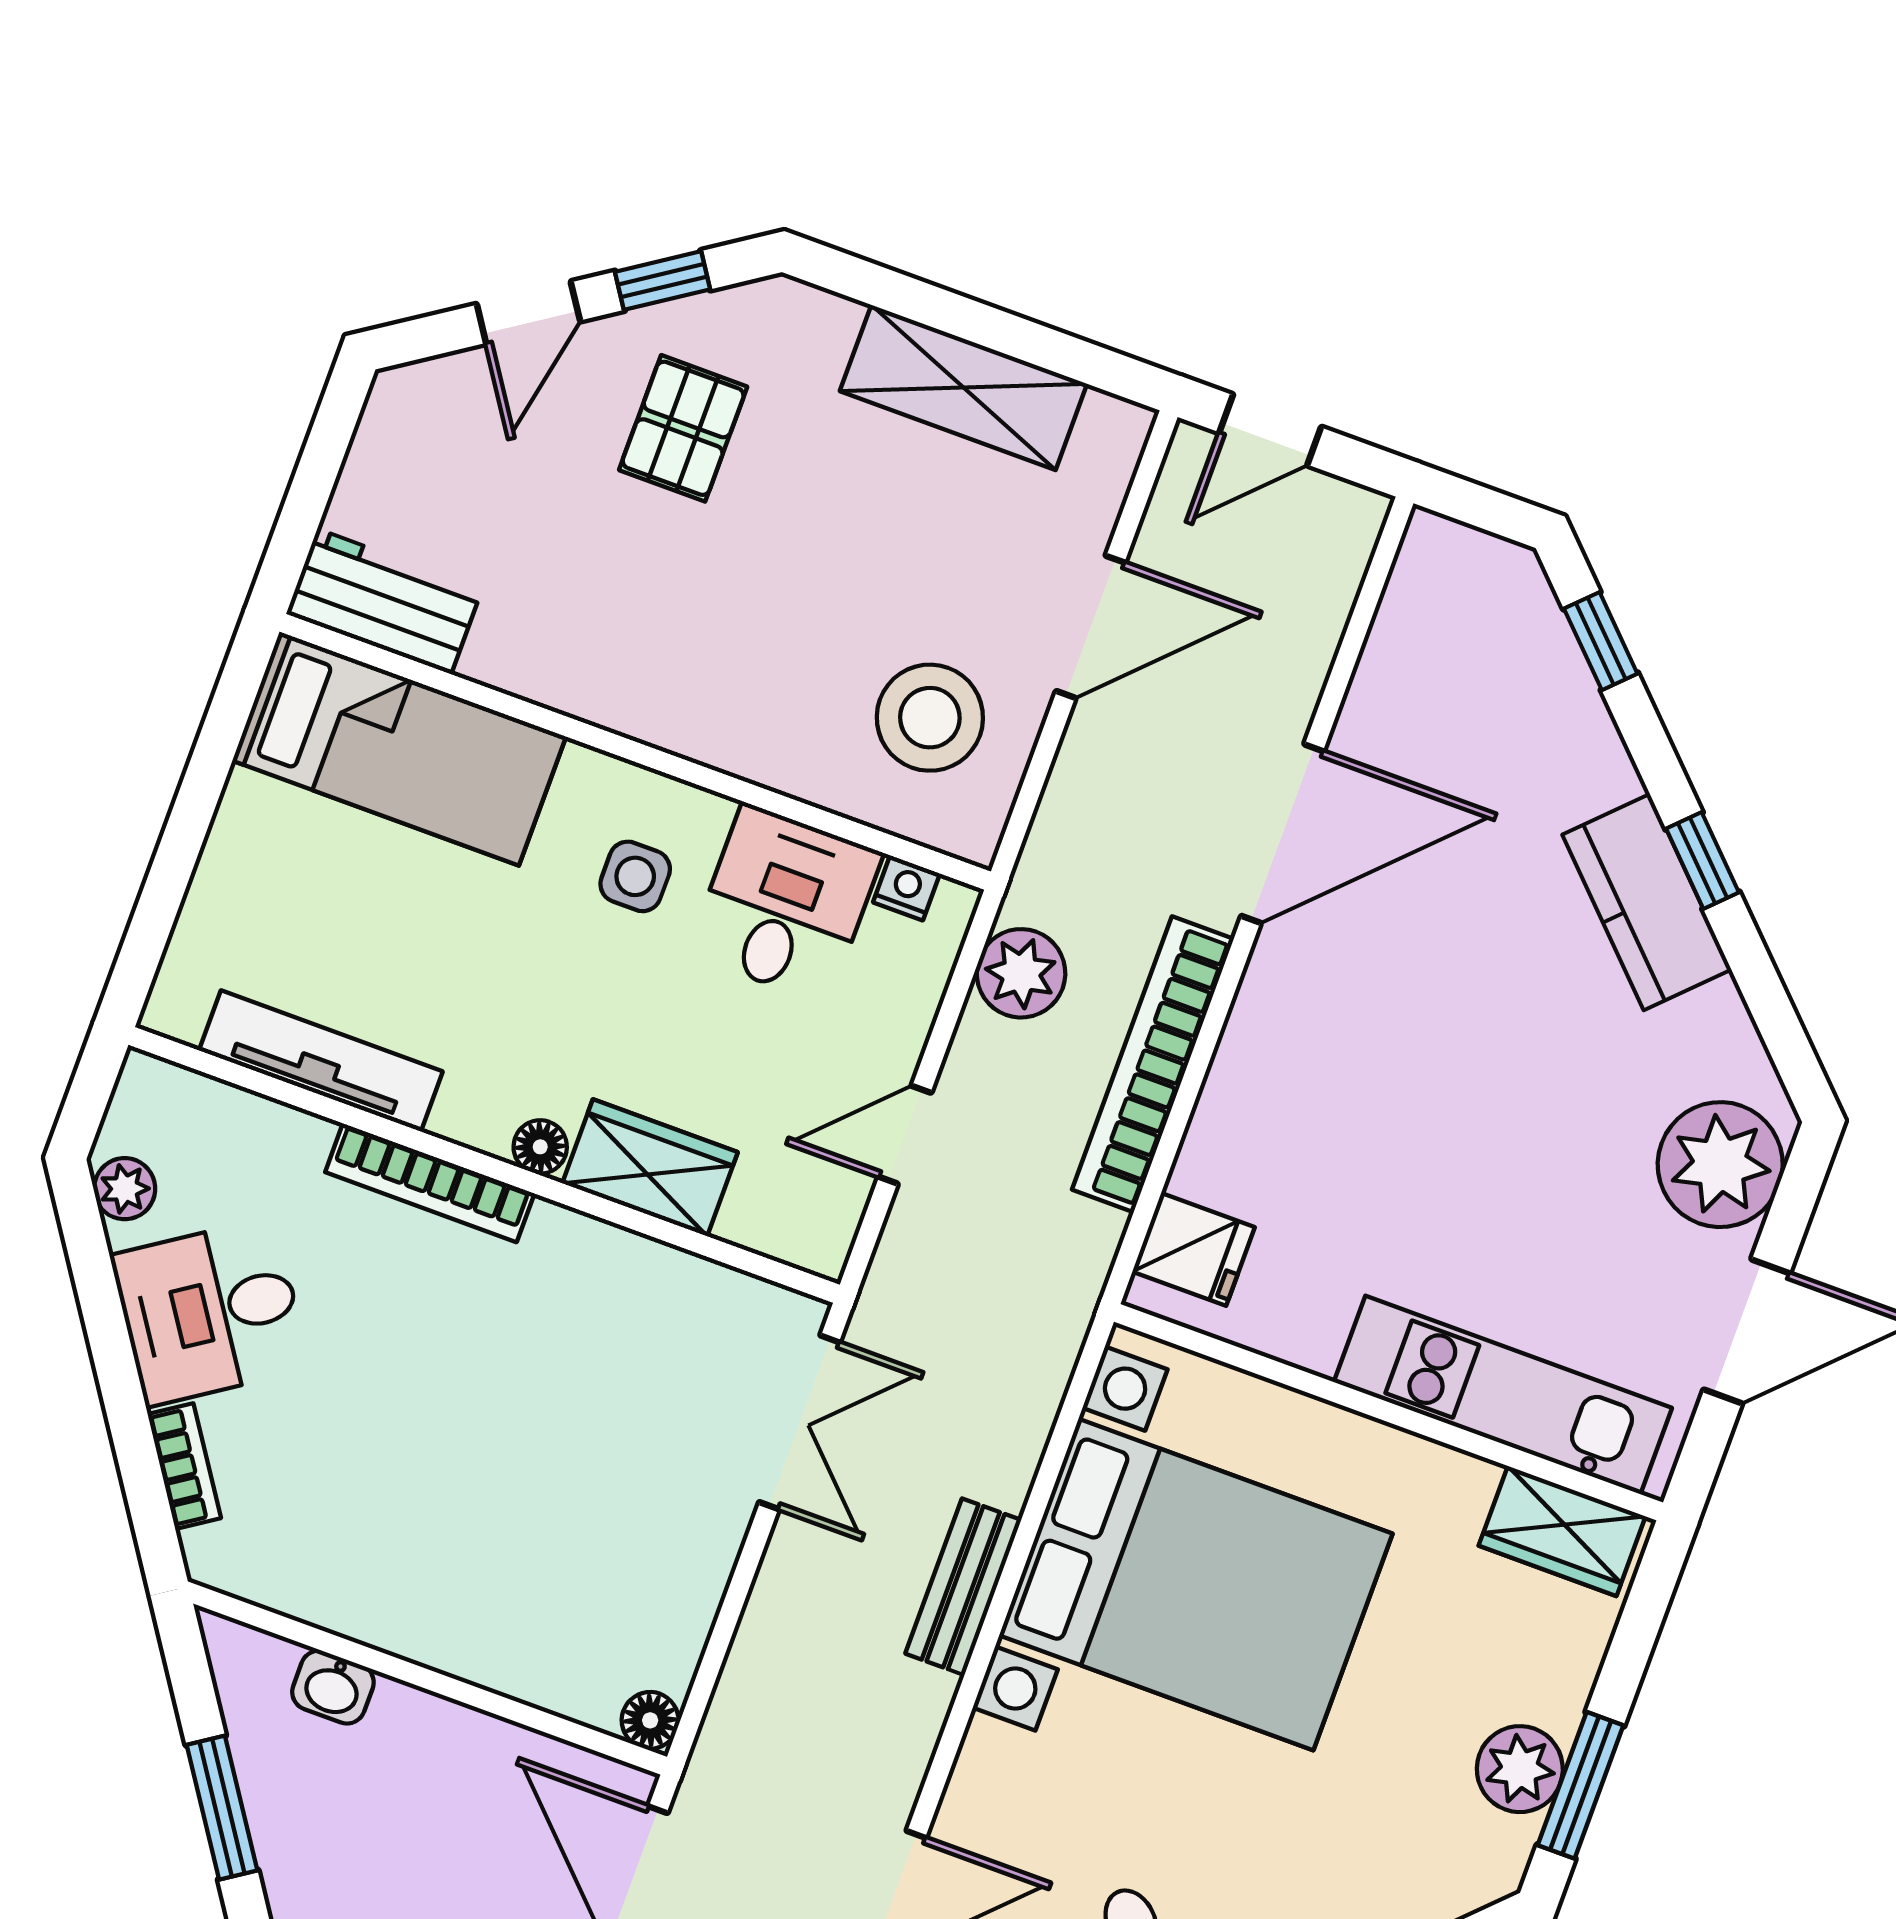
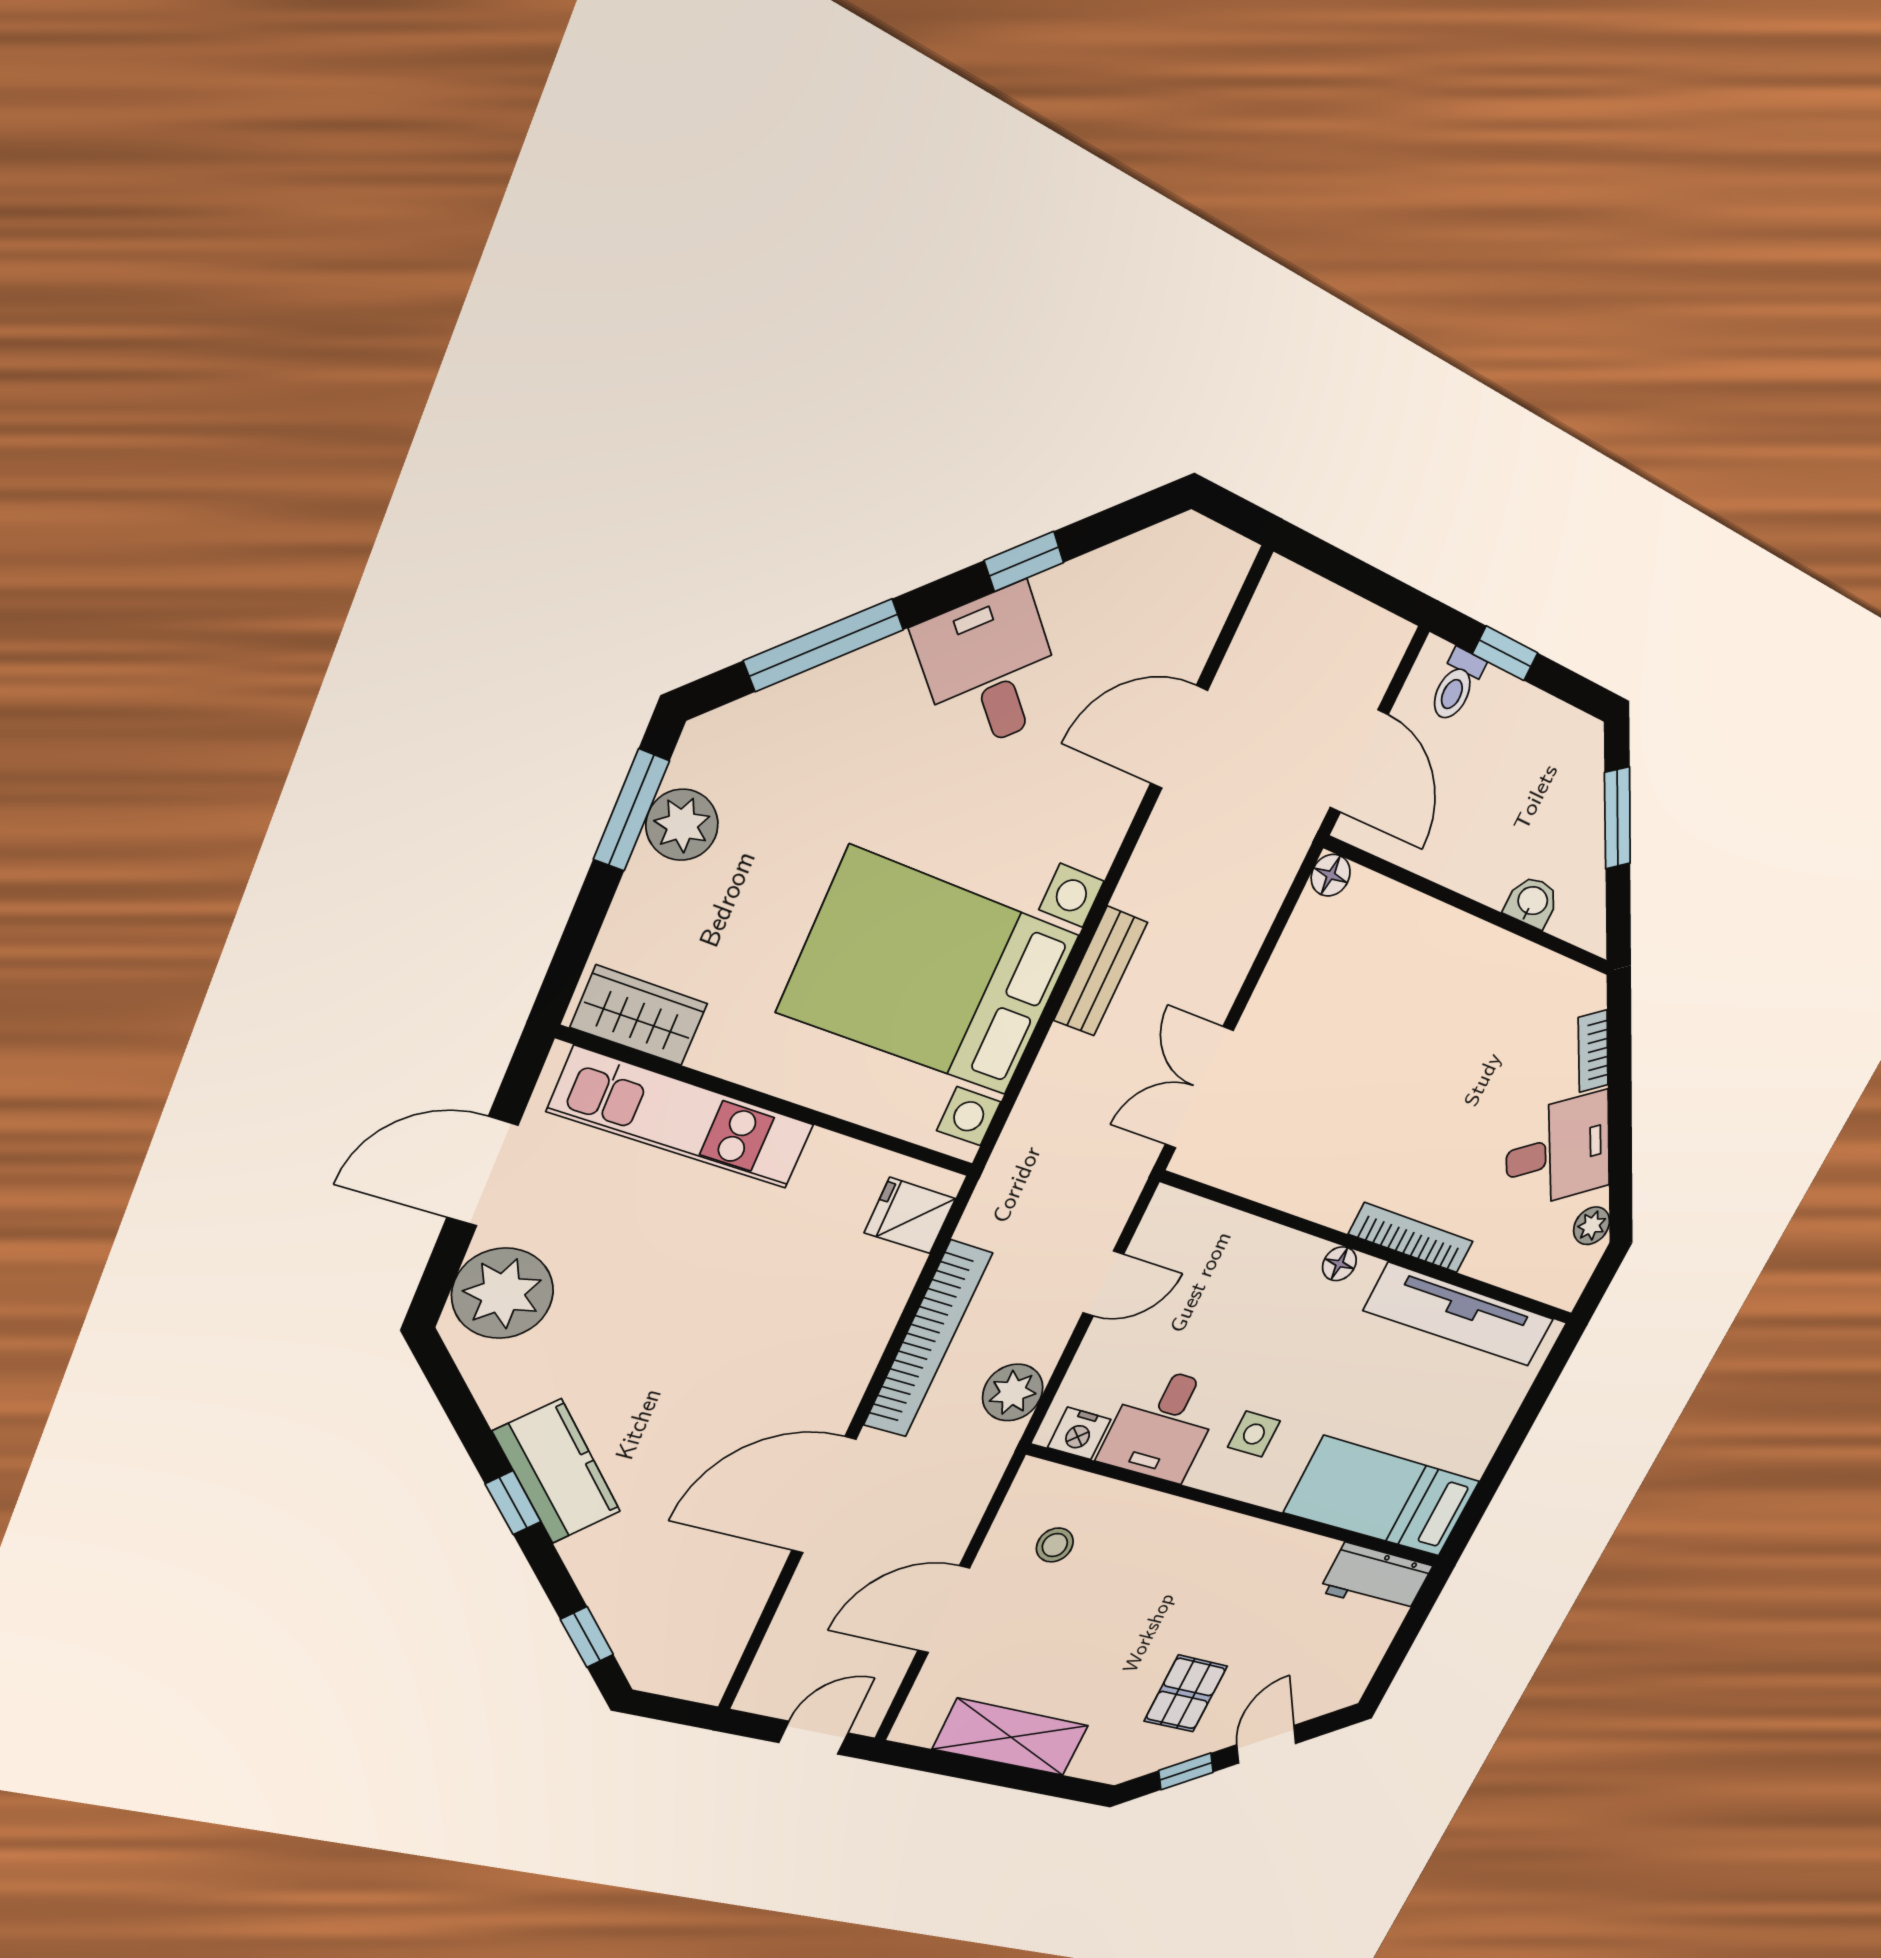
stool: (930, 718) -> (1055, 1545), width x0.53, depth x0.53
nightstand: (906, 888) -> (1079, 1434), width x1.39, depth x1.35
tv unit: (321, 1061) -> (1460, 1315), width x1.36, depth x1.29
wardrobe: (650, 1168) -> (1273, 1254), removed

